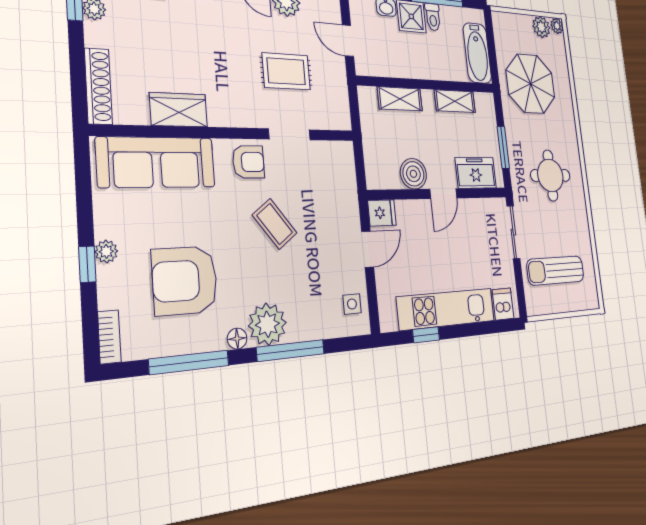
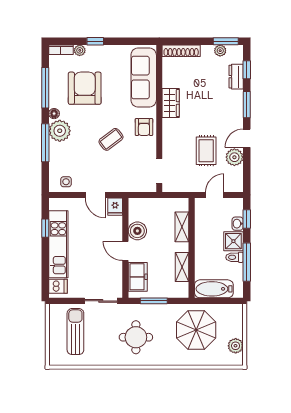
plant: (557, 26) -> (237, 360), removed
rug: (286, 71) -> (206, 151), moved
wardrobe: (179, 110) -> (171, 103), moved
doorway: (289, 134) -> (159, 171), moved
plant: (106, 251) -> (80, 50), moved

